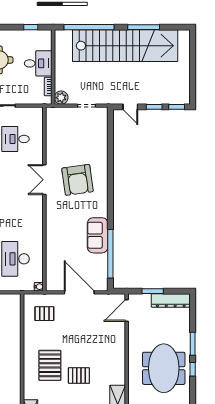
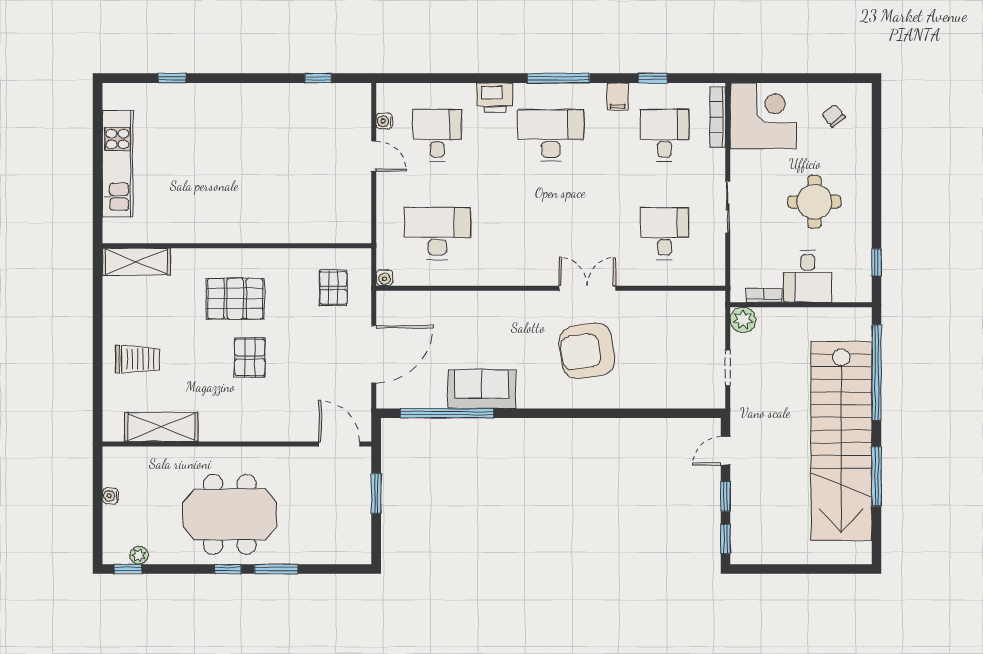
dresser: (171, 300) -> (358, 528), removed
pallet: (79, 376) -> (250, 357), moved

